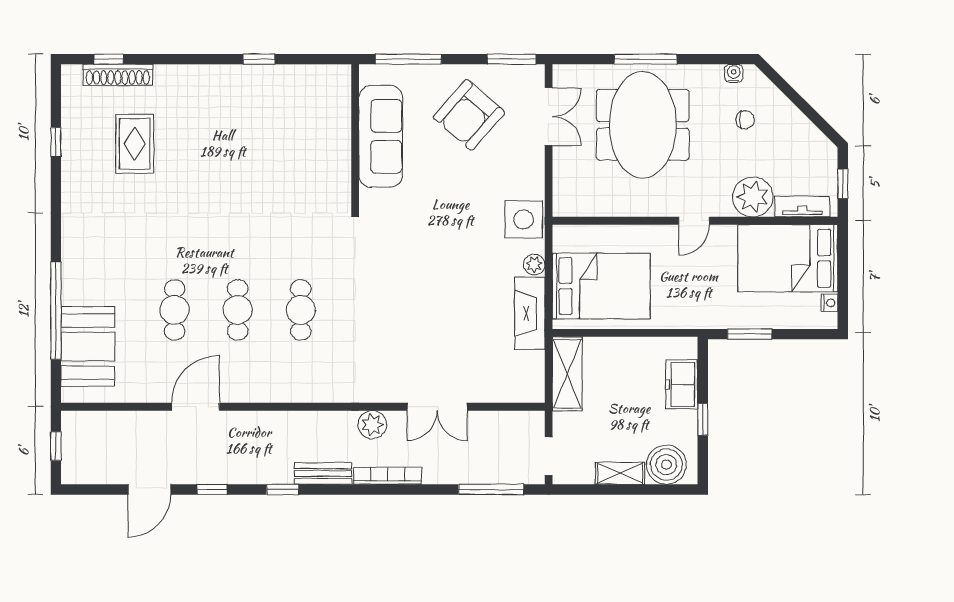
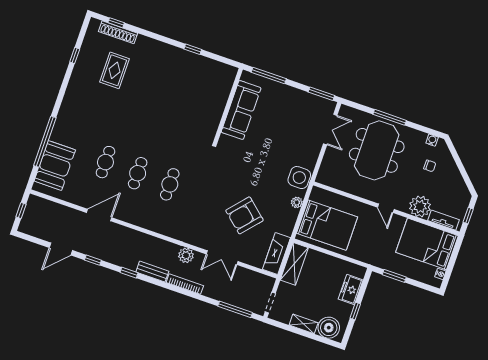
armchair: (469, 115) -> (244, 215), moved
door: (694, 221) -> (386, 208), hinge flipped
fireplace: (530, 313) -> (277, 254), moved

